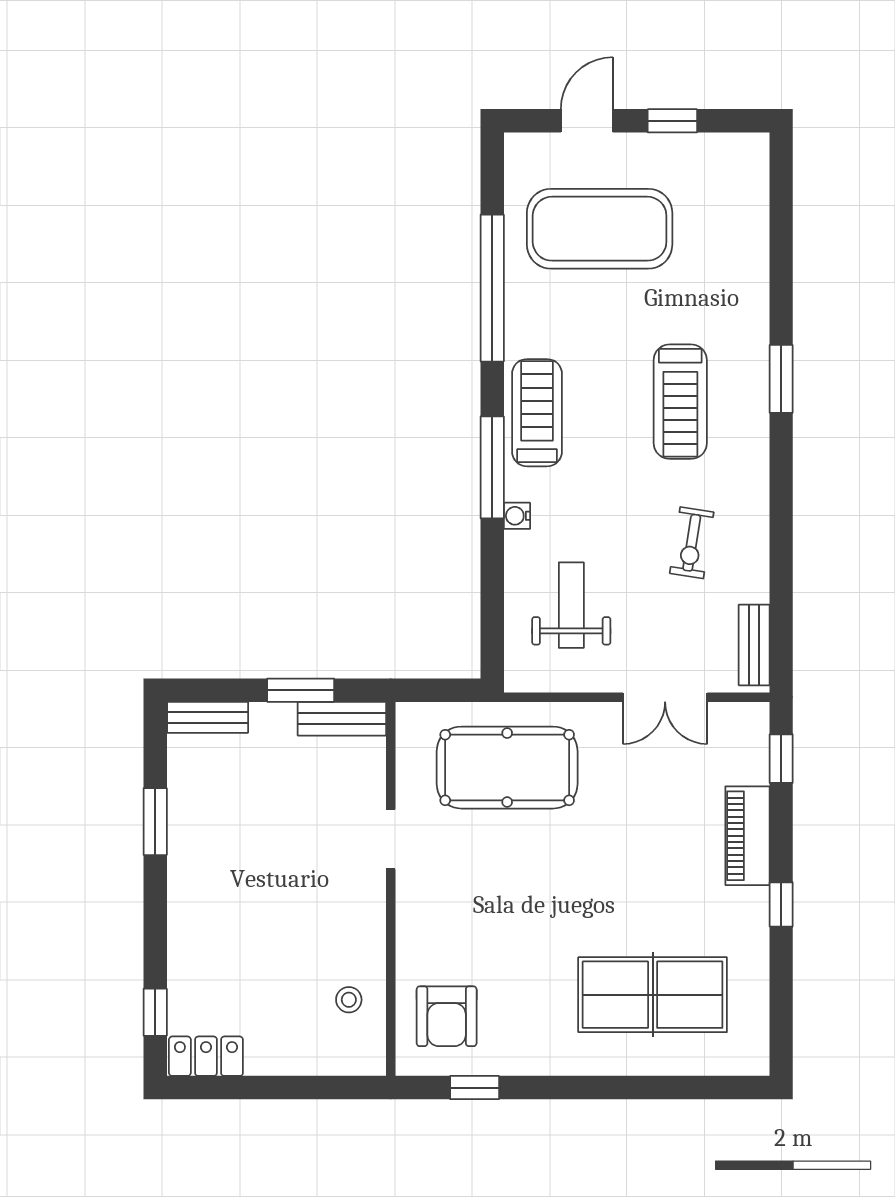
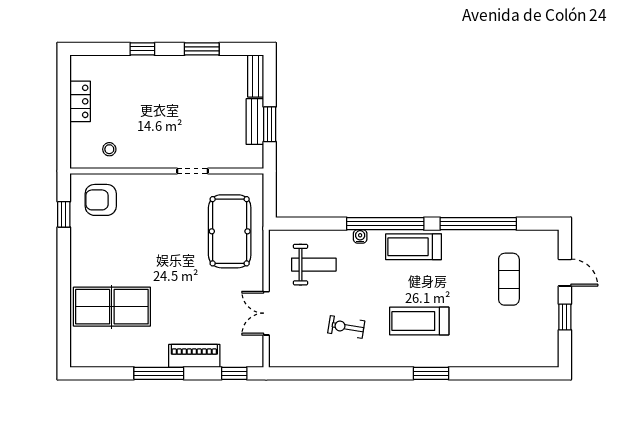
exercise mat: (600, 229) -> (509, 279), width x0.50, depth x0.69
treadmill: (537, 413) -> (414, 247), turned 180
window: (492, 467) -> (385, 224), width x1.46
bench: (754, 645) -> (293, 359), removed
bench: (342, 719) -> (255, 122), moved
window: (781, 904) -> (159, 373), width x2.17
table tennis table: (653, 995) -> (112, 307), turned 90
window: (155, 1012) -> (142, 49), moved
locker: (206, 1056) -> (80, 101), moved

